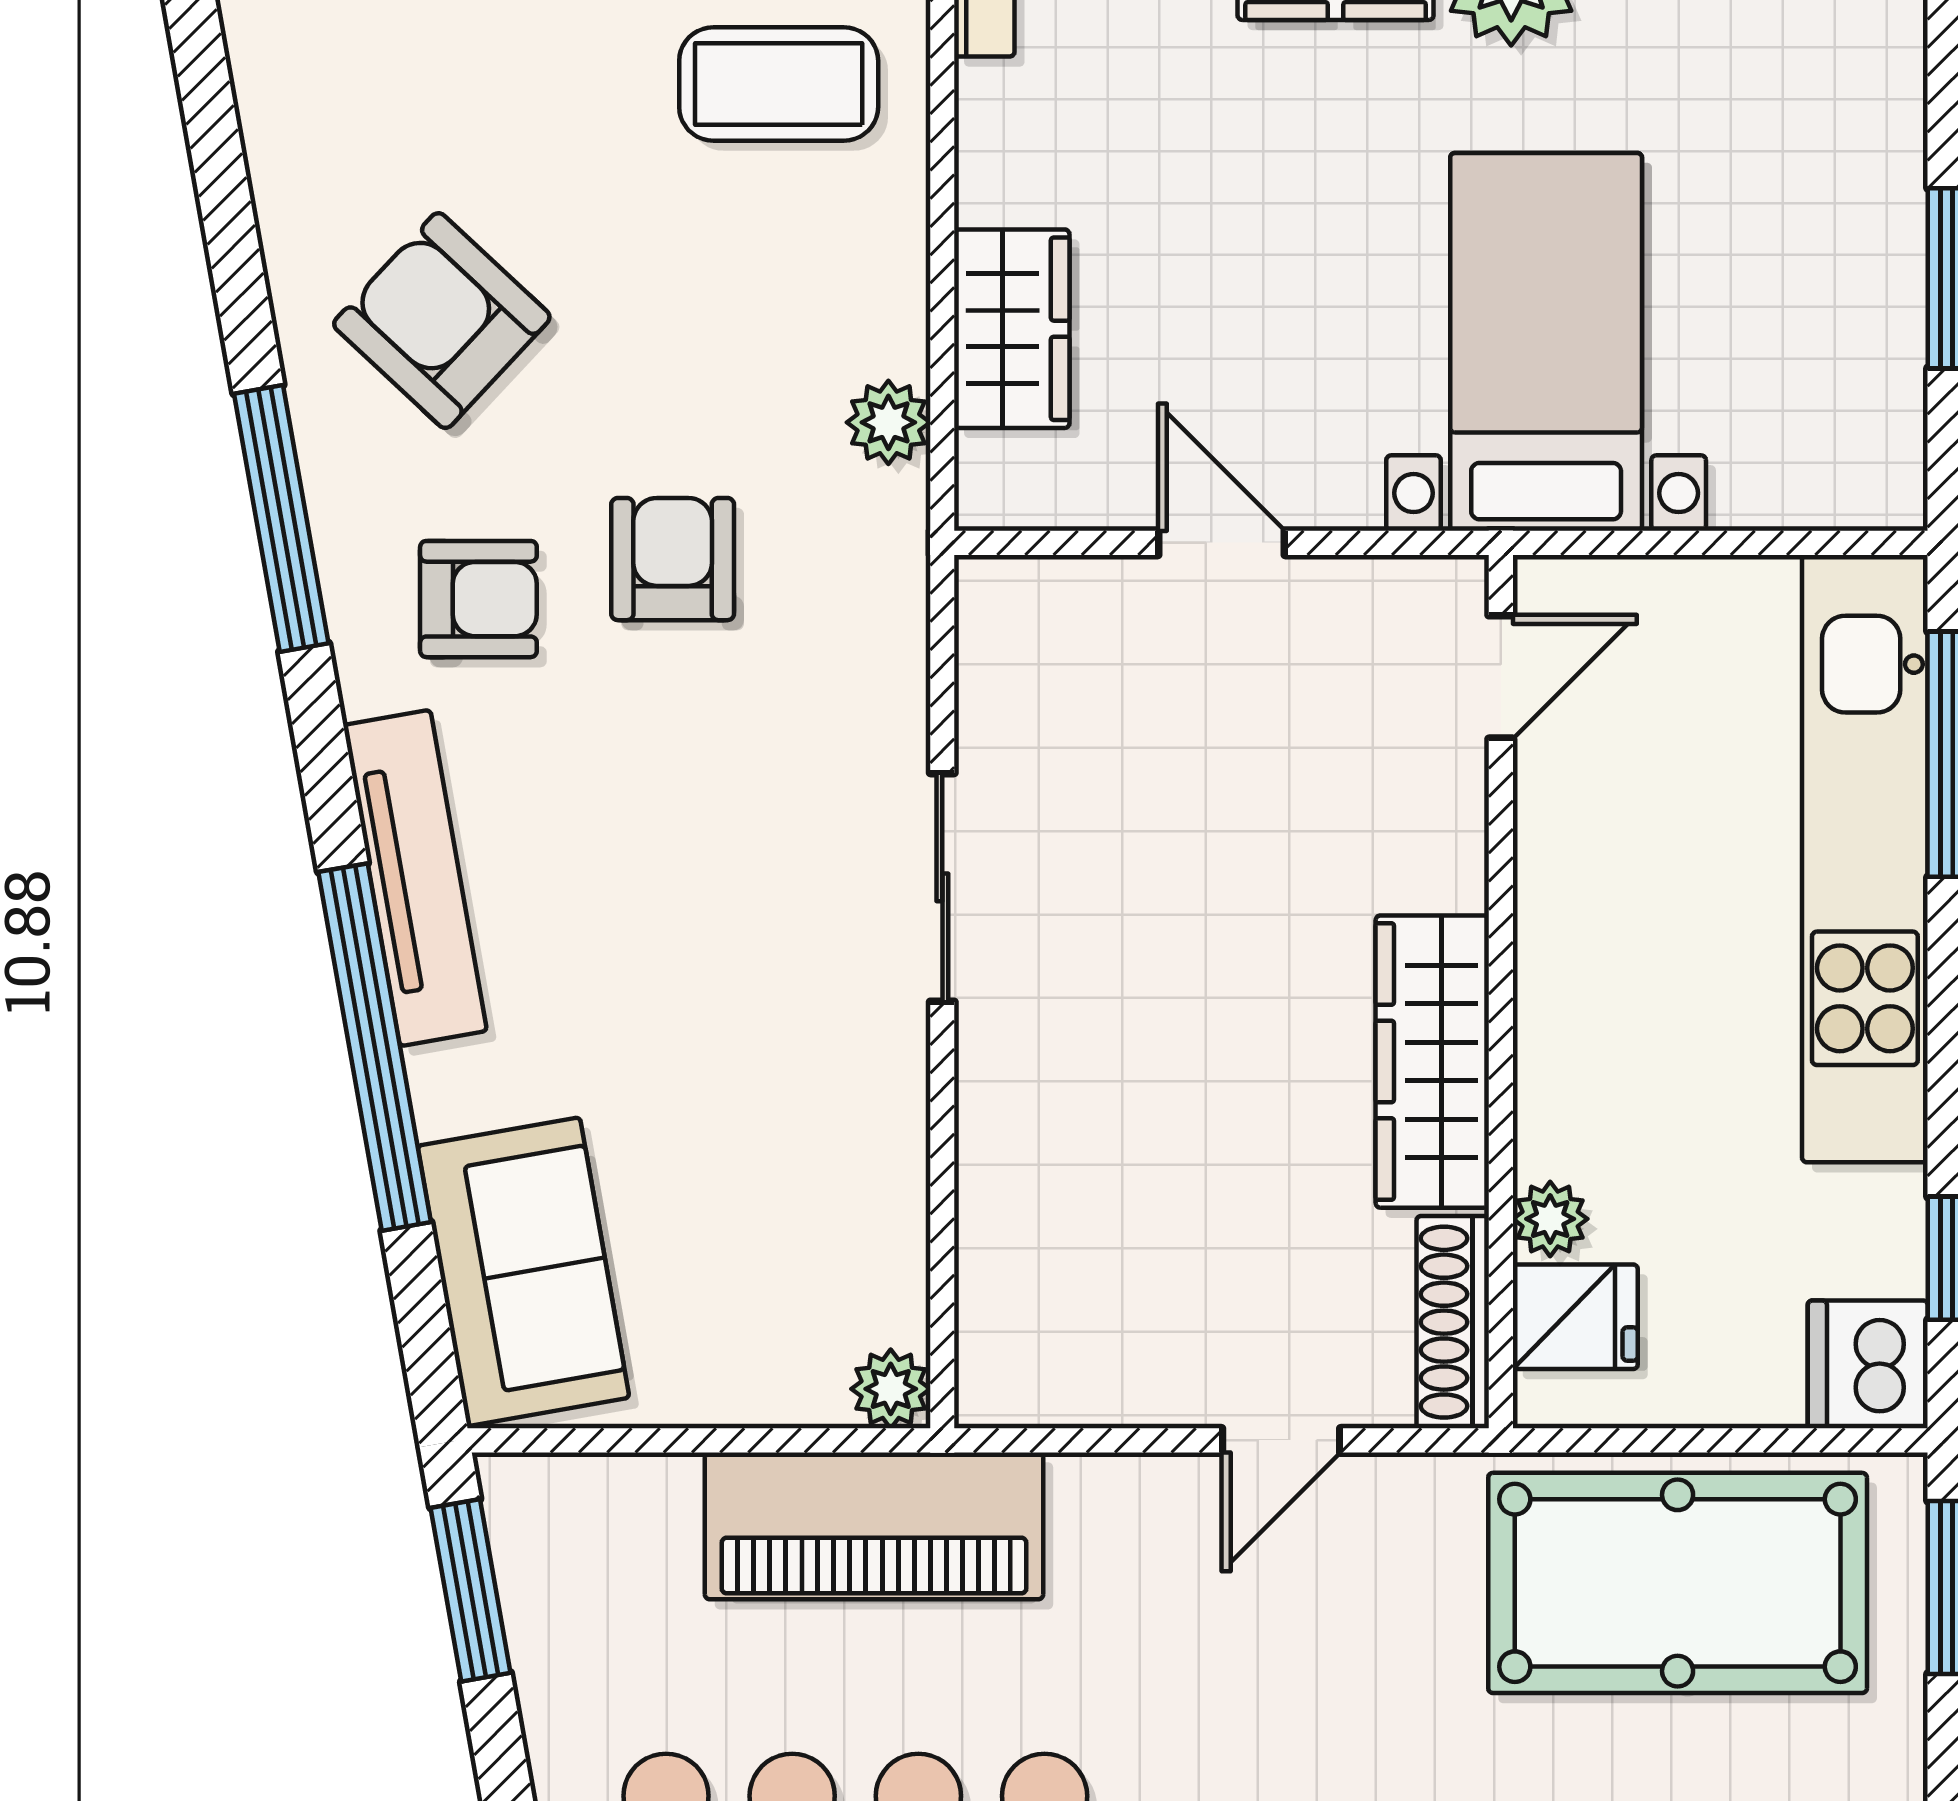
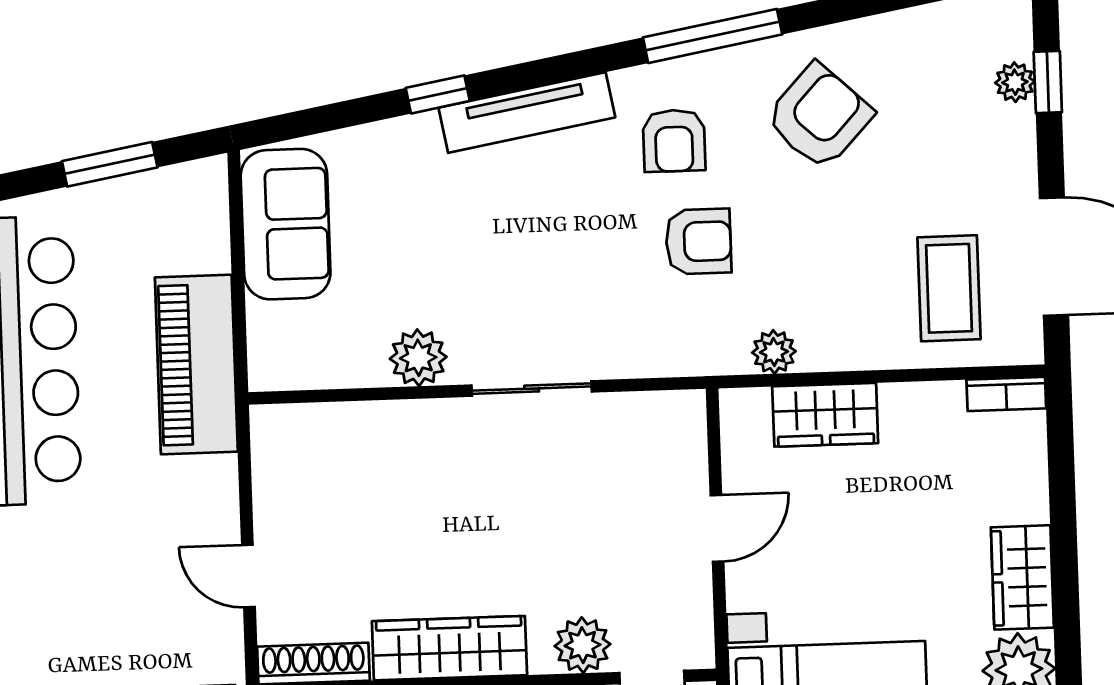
plant: (1435, 807) -> (583, 645), added
window: (375, 1047) -> (438, 94), width x0.32
sofa: (523, 1272) -> (286, 224), moved, turned -80
plant: (891, 1389) -> (418, 358), moved, width x1.38, depth x1.38
window: (471, 1590) -> (110, 164), moved

